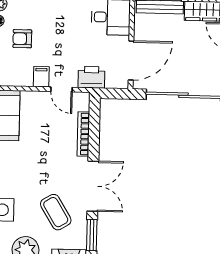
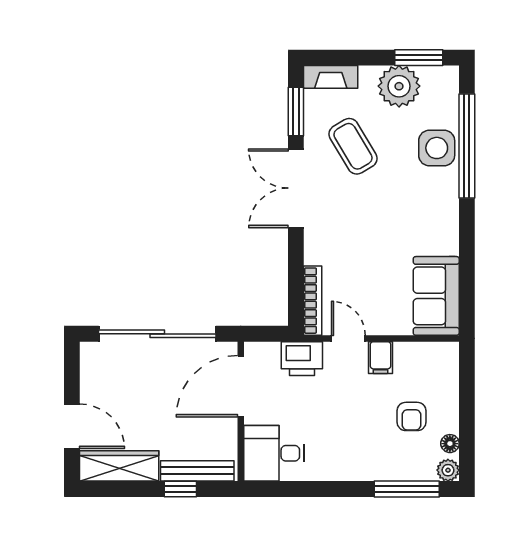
armchair: (22, 39) -> (411, 416), turned 90
bookcase: (83, 134) -> (313, 301), moved

